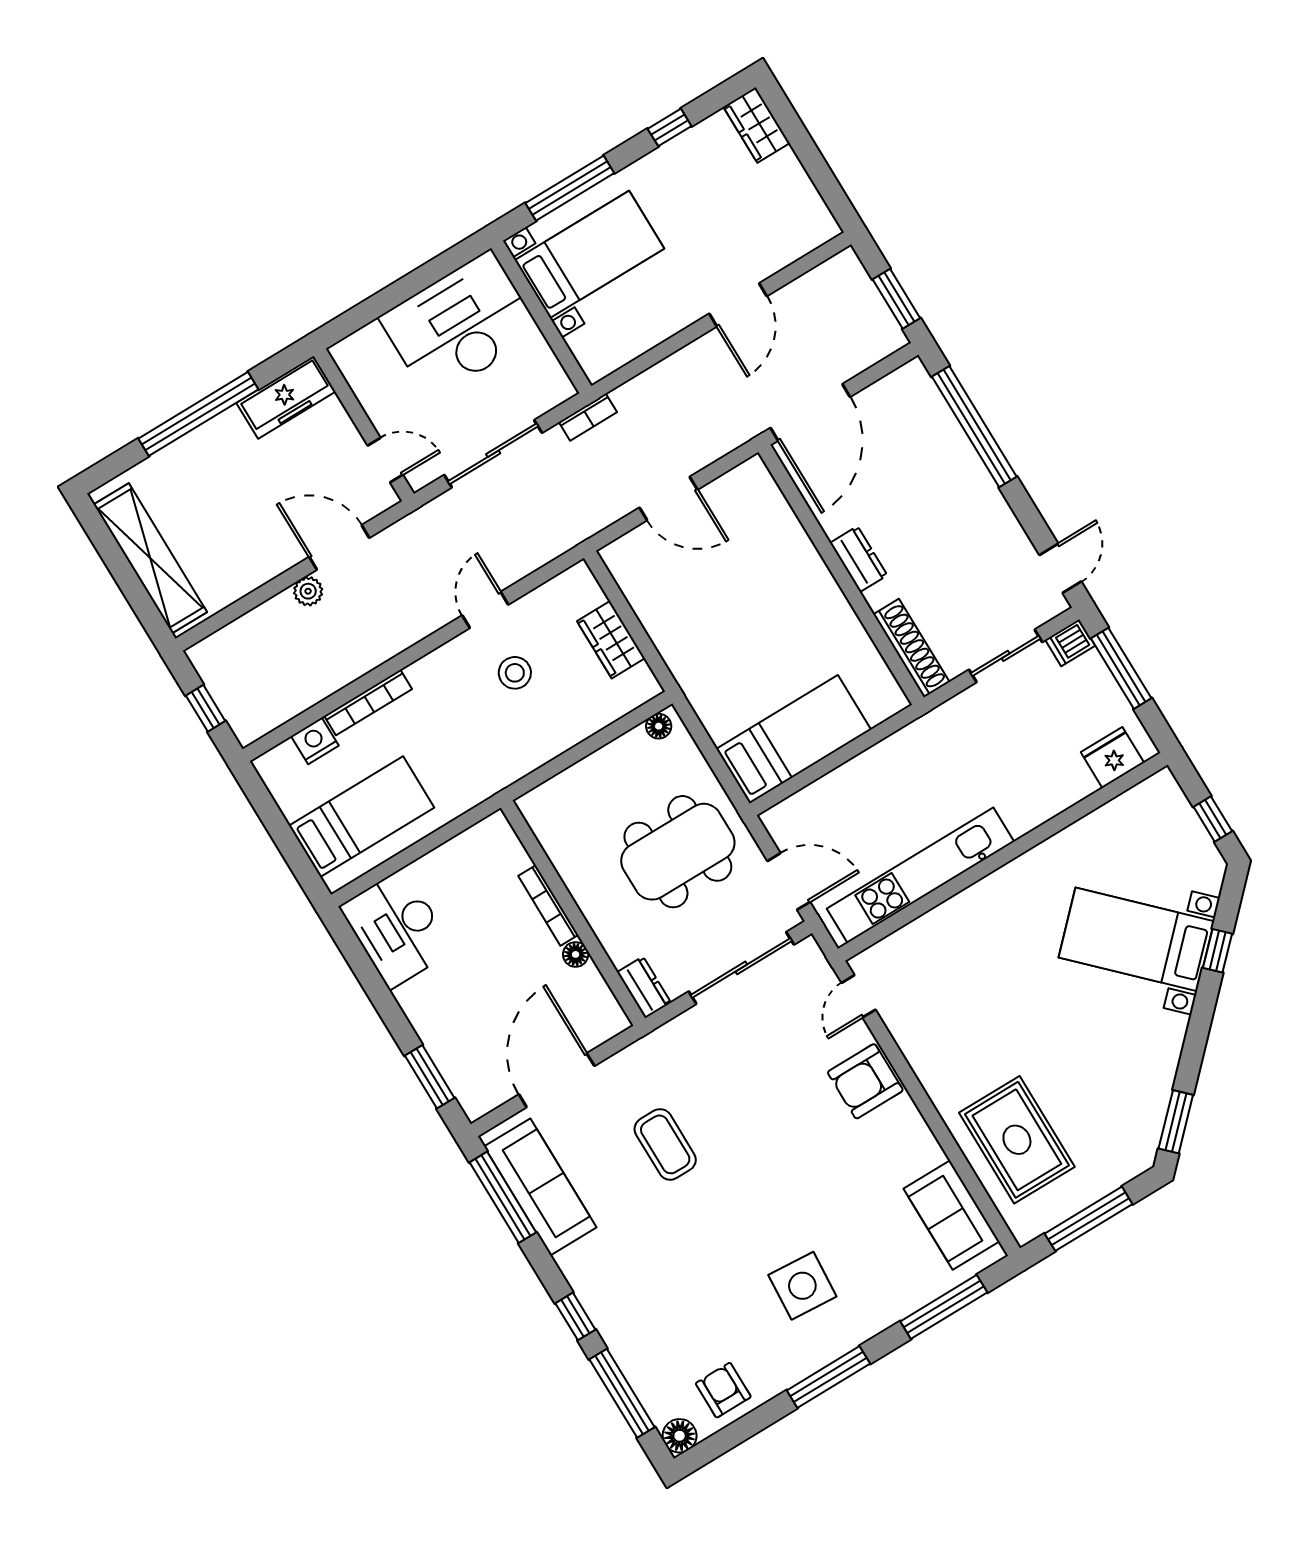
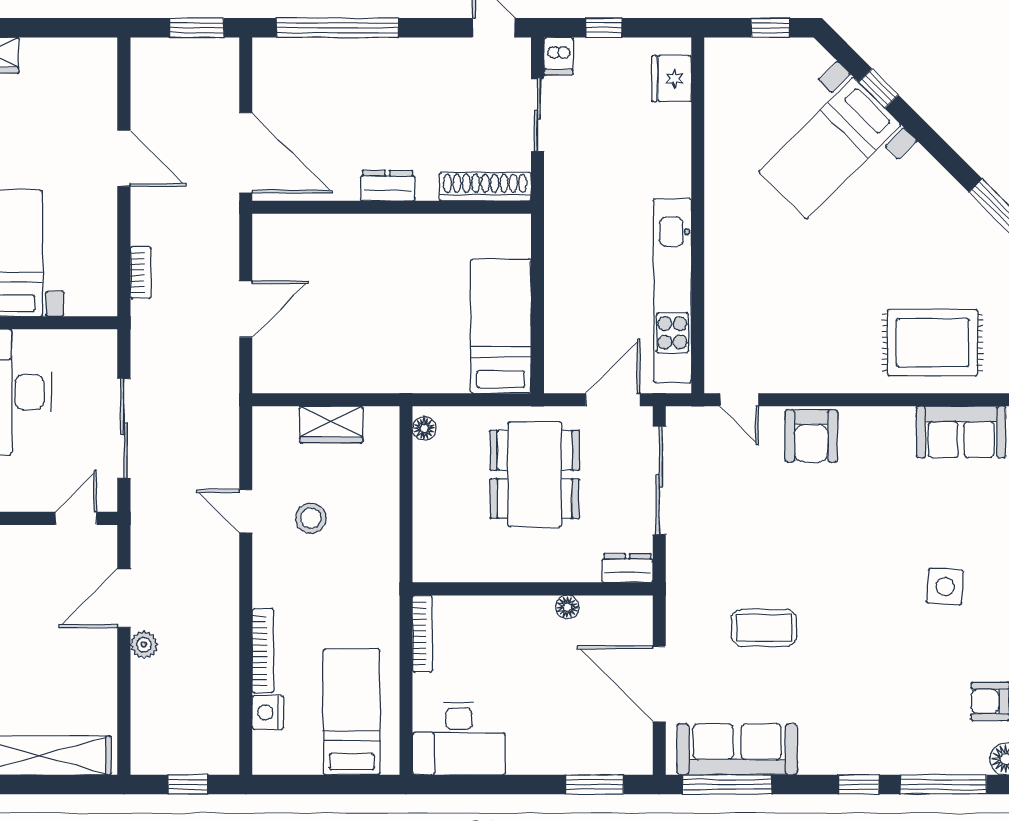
bookcase: (588, 417) -> (141, 273), moved
window: (1121, 668) -> (604, 28), width x0.46
bookcase: (548, 905) -> (422, 634), moved, turned -90
side table: (802, 1286) -> (945, 587), width x0.73, depth x0.73

